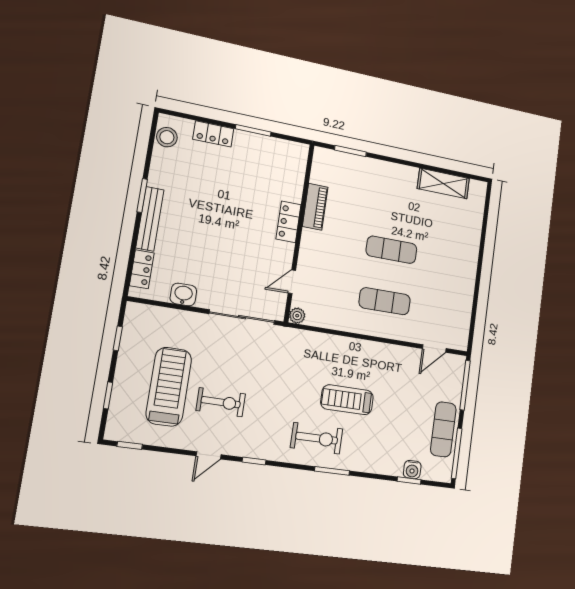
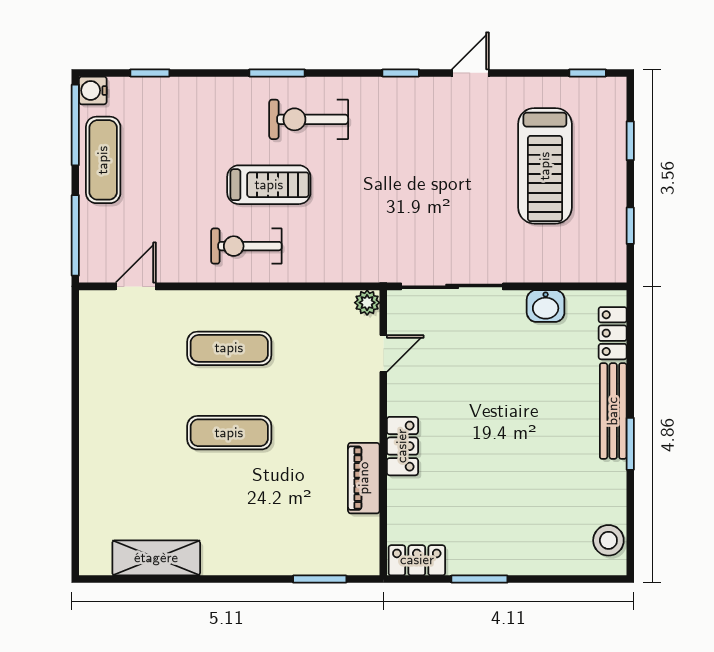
locker: (213, 134) -> (417, 560), moved
exercise bike: (221, 402) -> (246, 246), moved
water cooler: (412, 470) -> (93, 90), moved, turned -90

